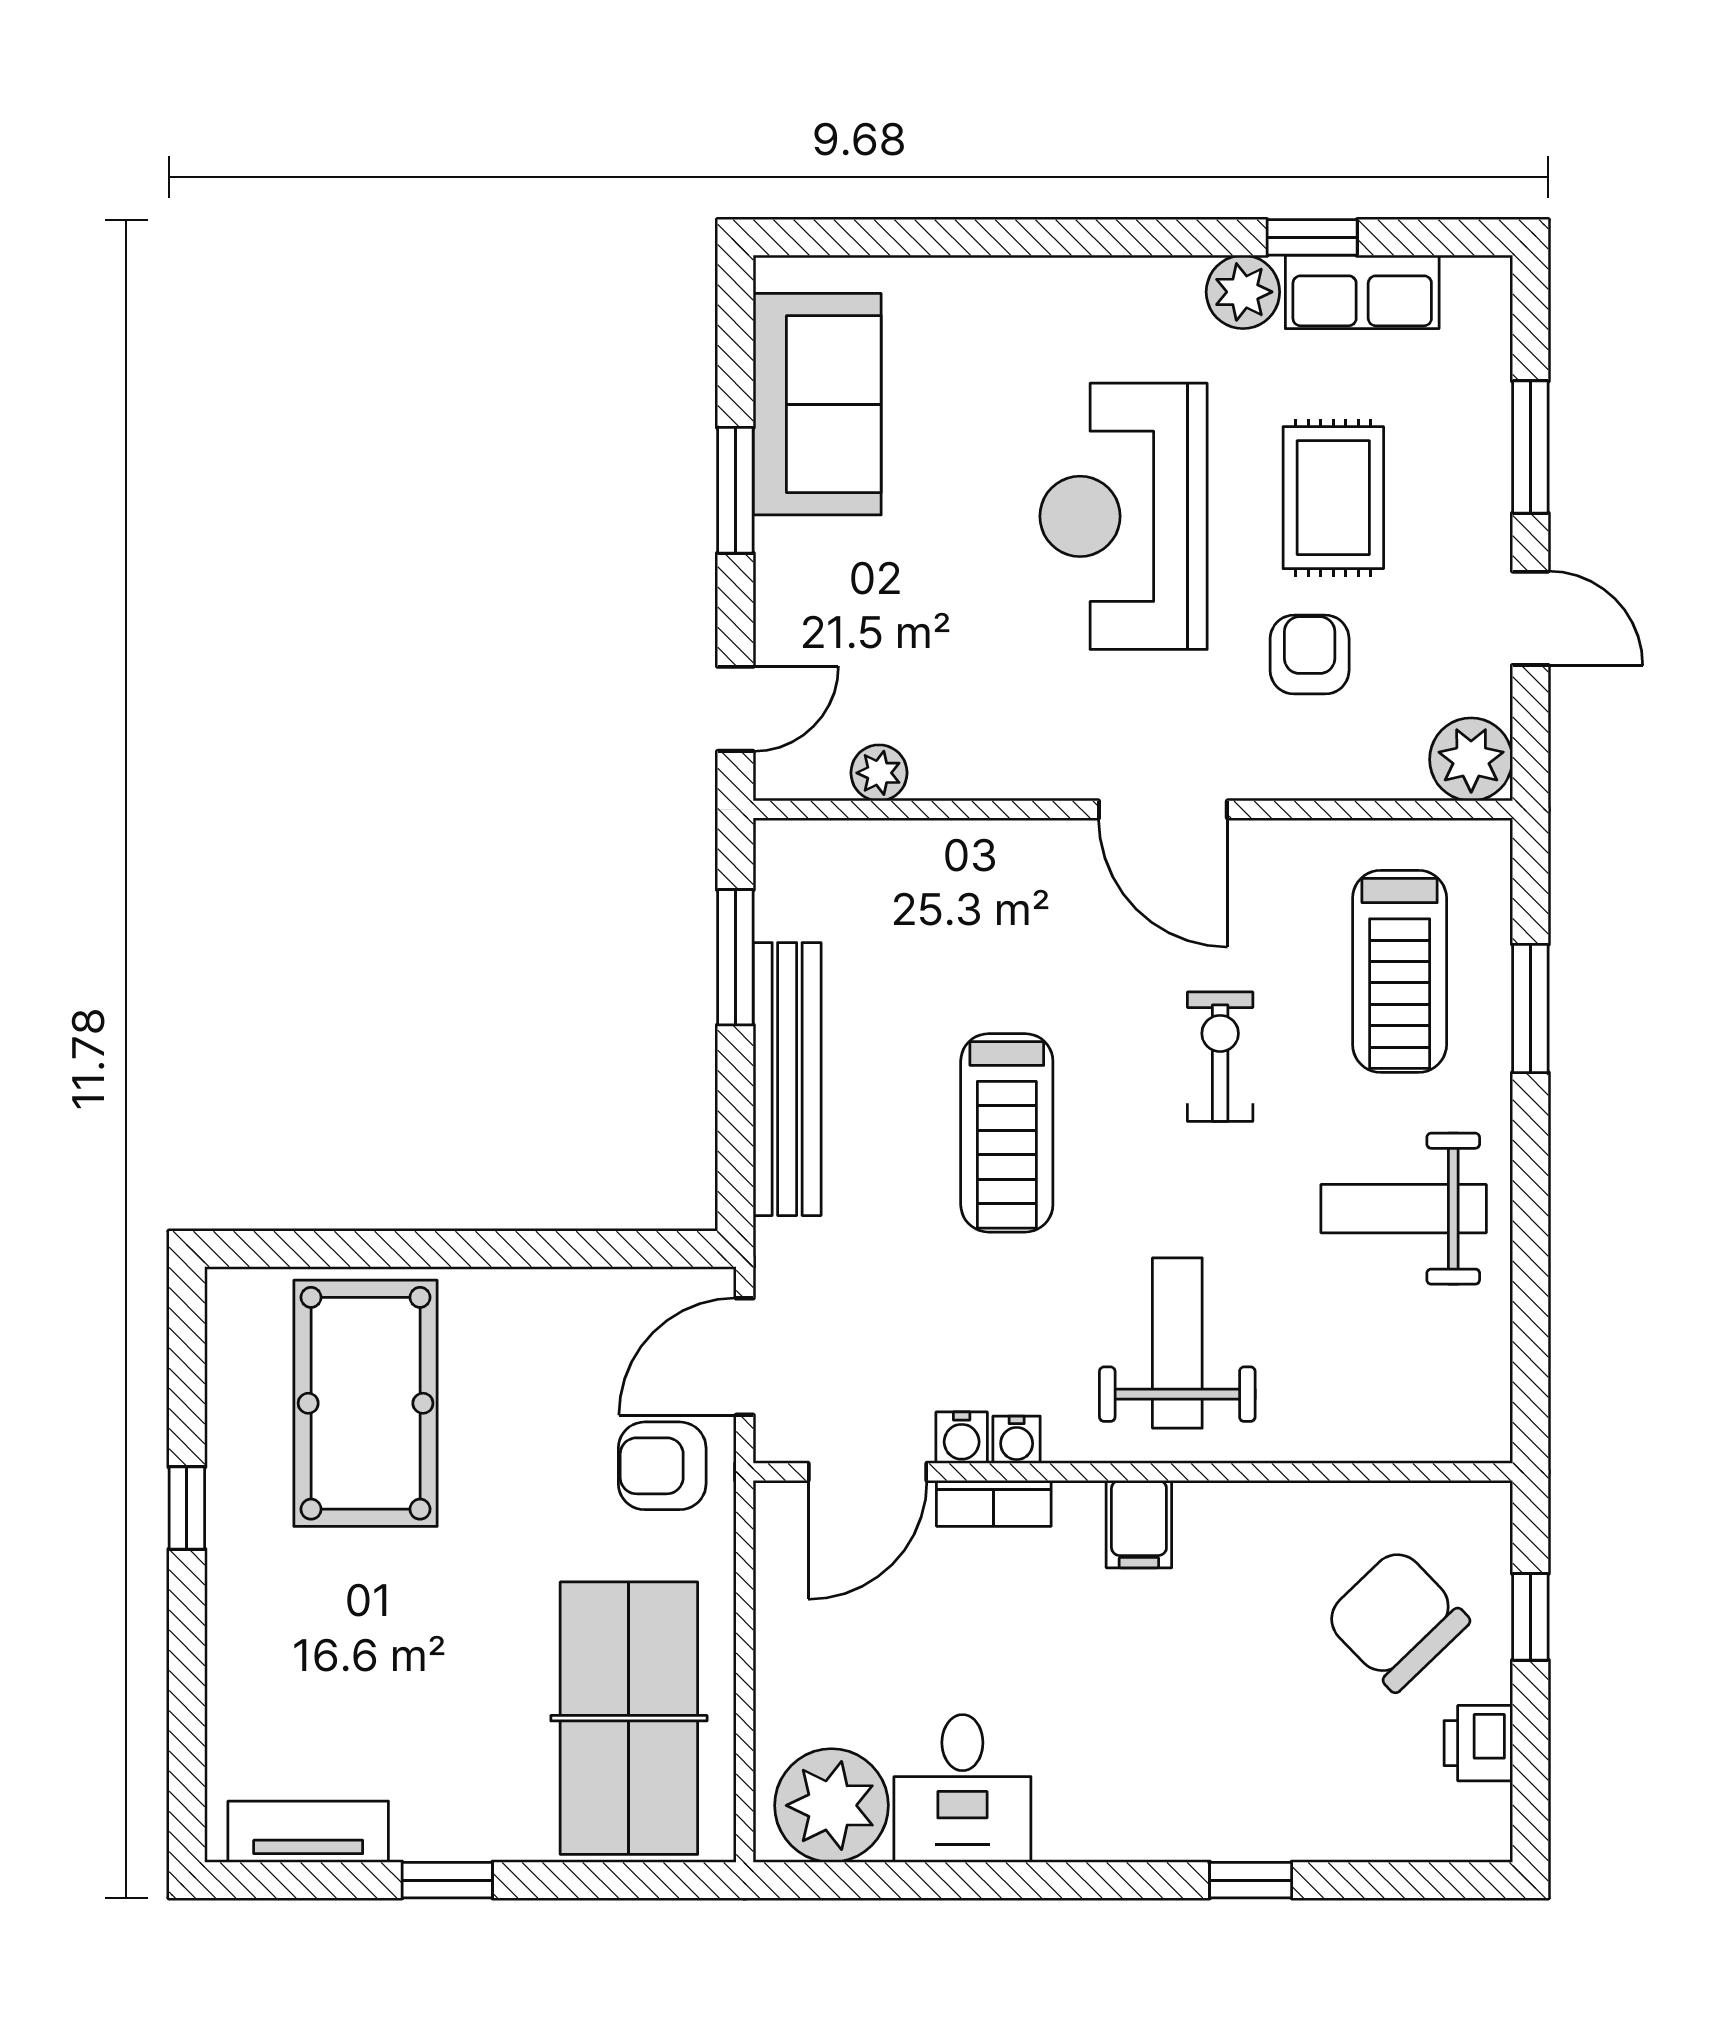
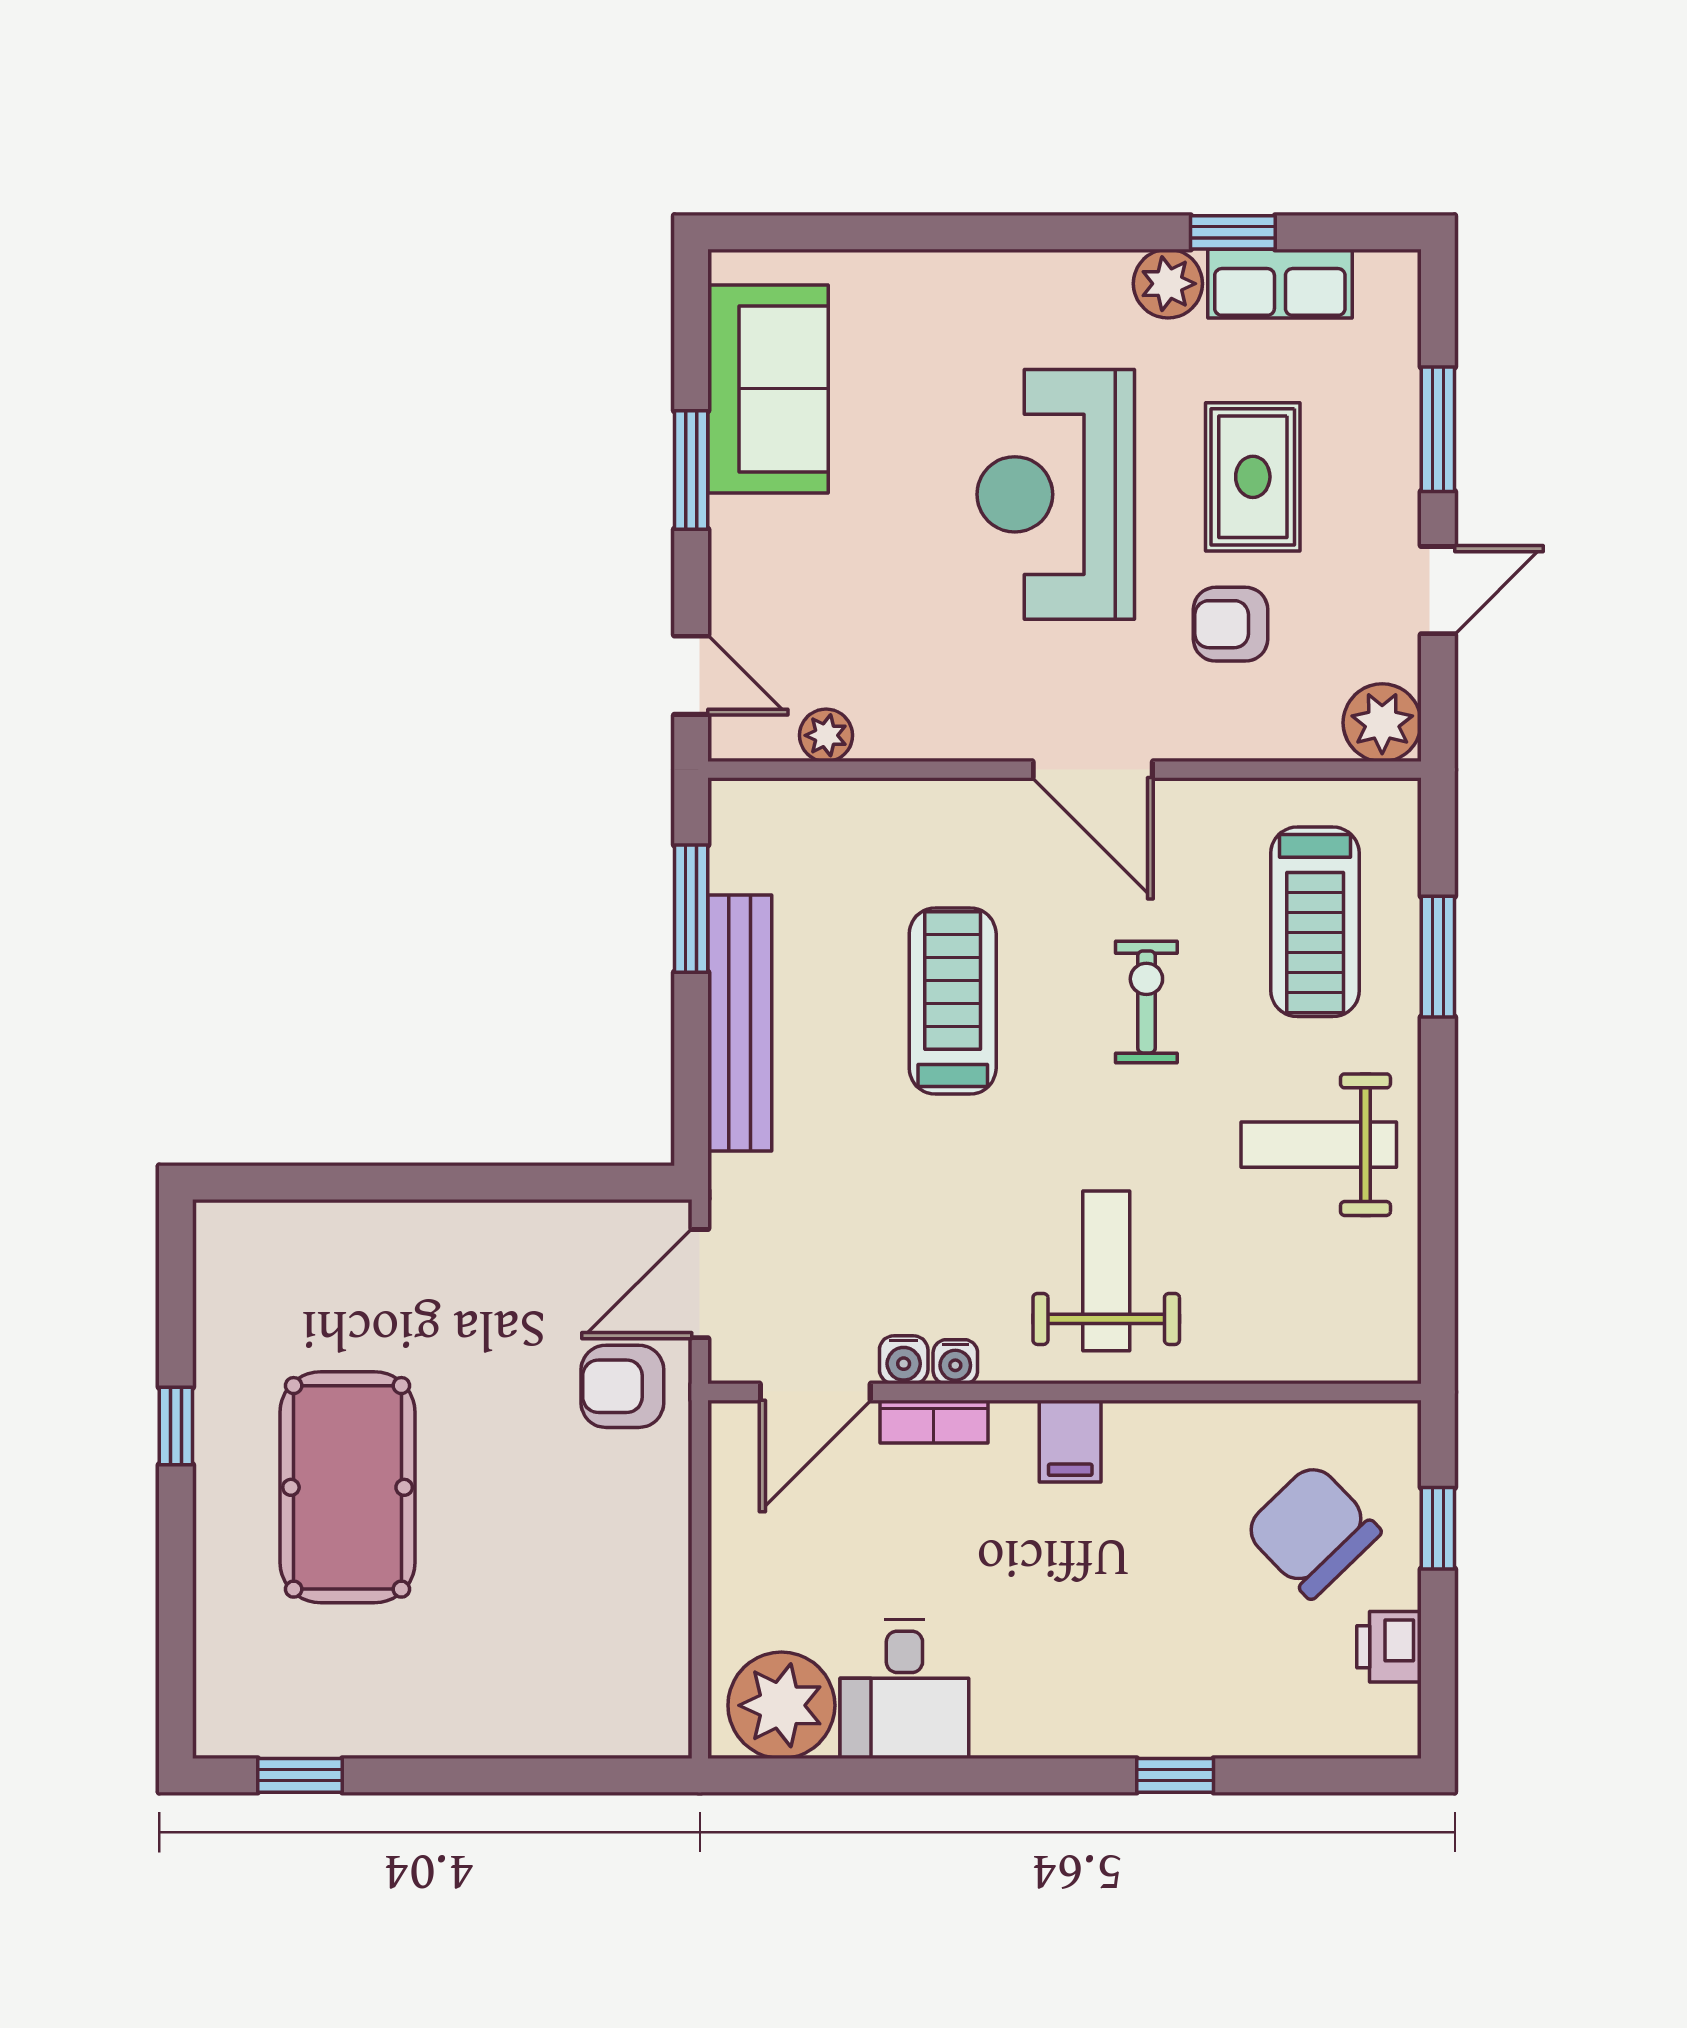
door: (1530, 618) -> (1438, 590), hinge flipped
armchair: (1310, 655) -> (1231, 624), turned -90
door: (735, 709) -> (691, 675), hinge flipped
treadmill: (1007, 1133) -> (953, 1001), moved, turned 180
pool table: (366, 1403) -> (348, 1487), moved
table tennis table: (629, 1718) -> (591, 1623), removed
tv unit: (308, 1832) -> (290, 1730), removed
window: (447, 1880) -> (300, 1775), moved

